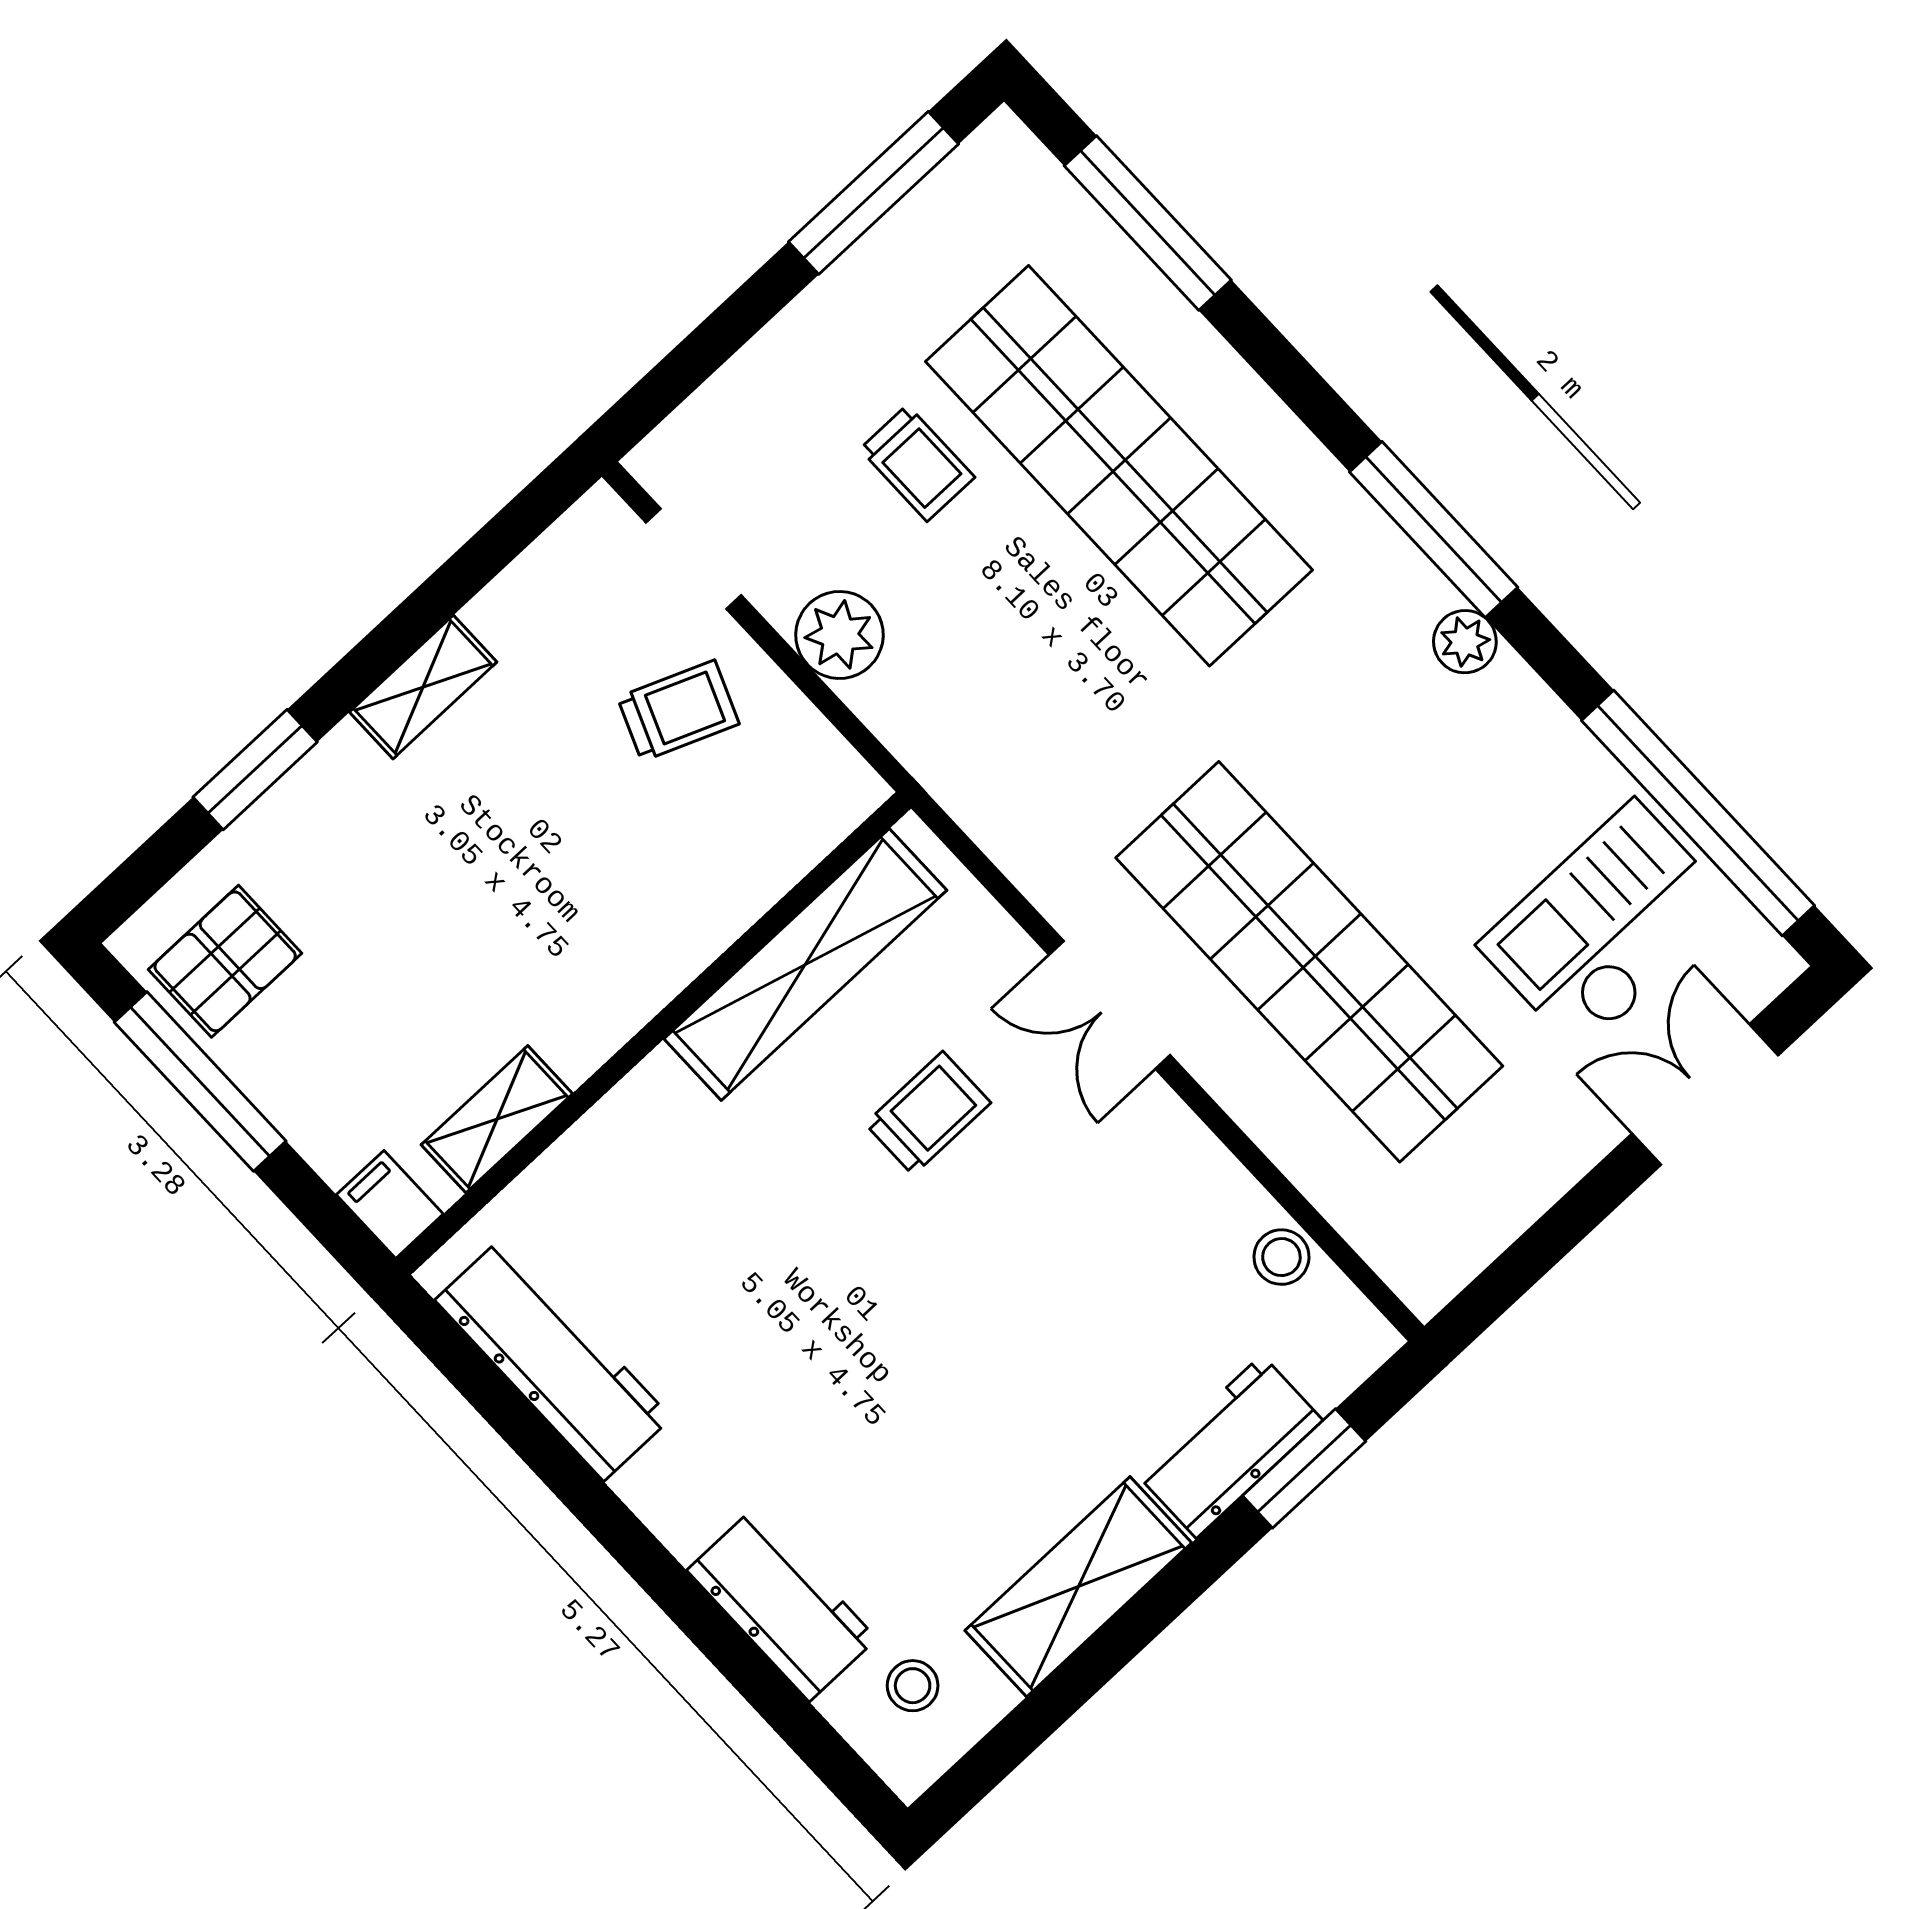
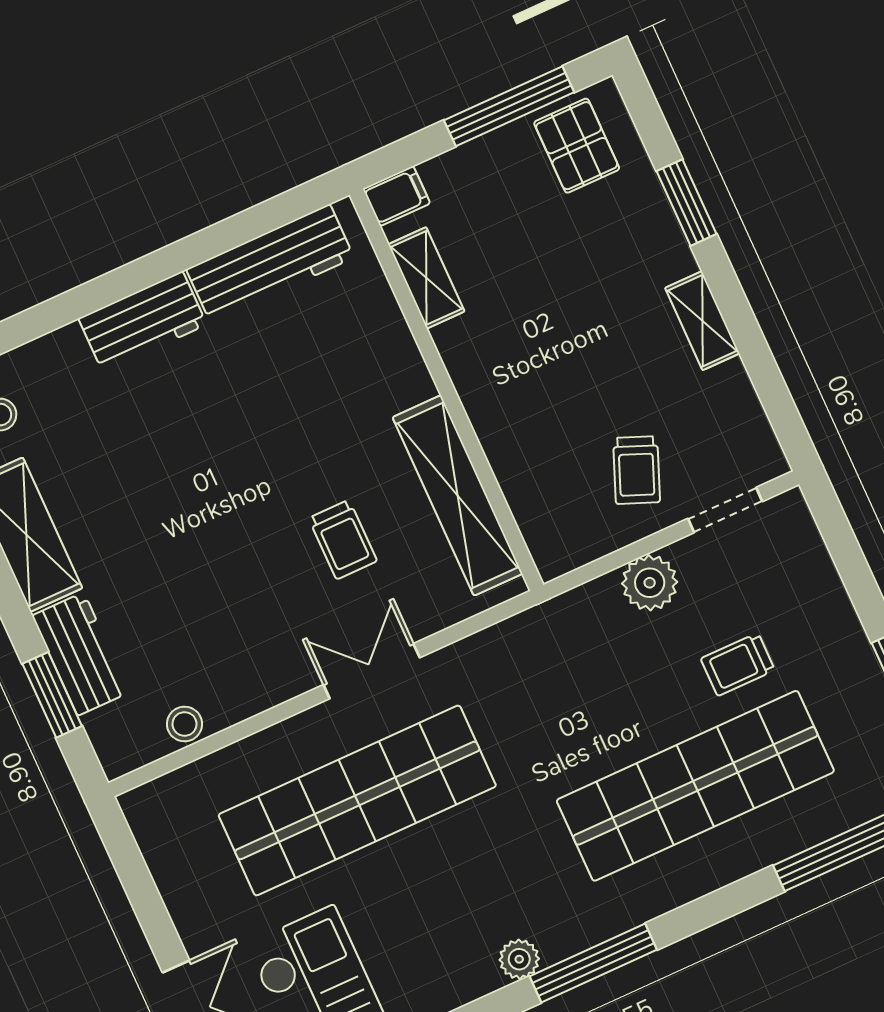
workbench: (782, 1604) -> (143, 321), moved

